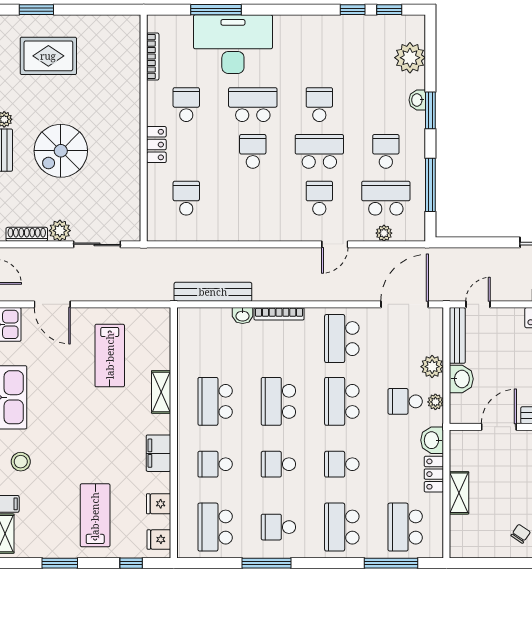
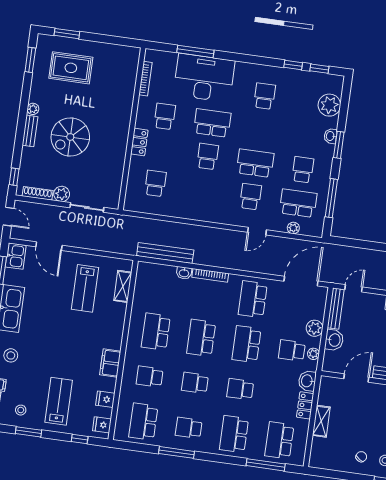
school desk: (319, 105) -> (265, 96), moved
shelving: (161, 392) -> (123, 286), moved
stool: (45, 535) -> (21, 410), added

